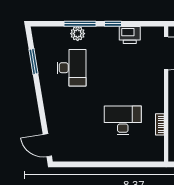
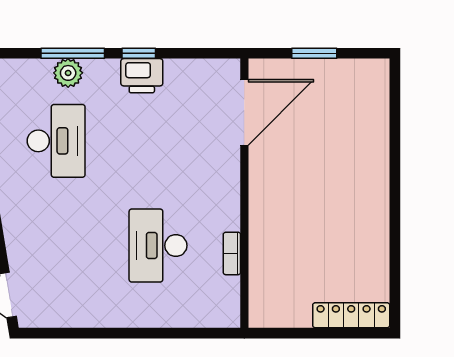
printer: (130, 35) -> (142, 76), moved
desk: (123, 120) -> (158, 246), turned -90

